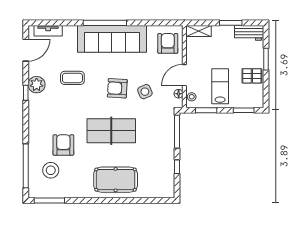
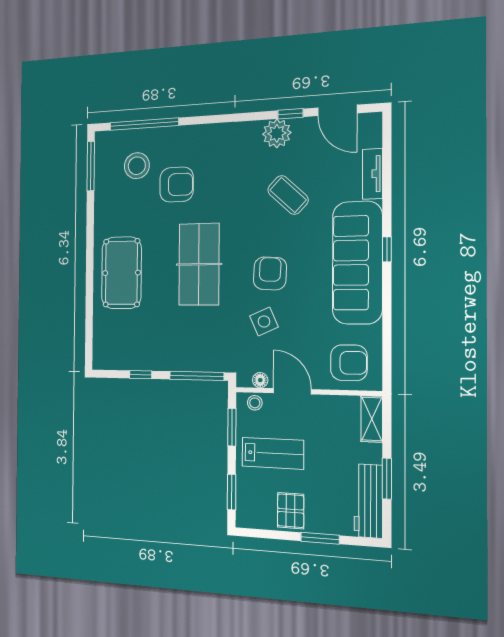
window: (105, 23) -> (387, 249), width x0.32
tv unit: (48, 31) -> (372, 174), moved
workbench: (249, 33) -> (368, 501), width x1.38
coffee table: (72, 78) -> (288, 195), turned -47
window: (26, 93) -> (290, 114), moved

